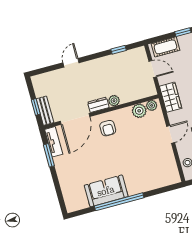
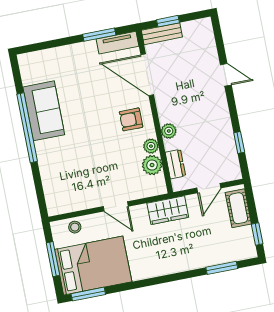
dresser: (98, 105) -> (175, 164), moved
plant: (152, 105) -> (151, 146), moved

